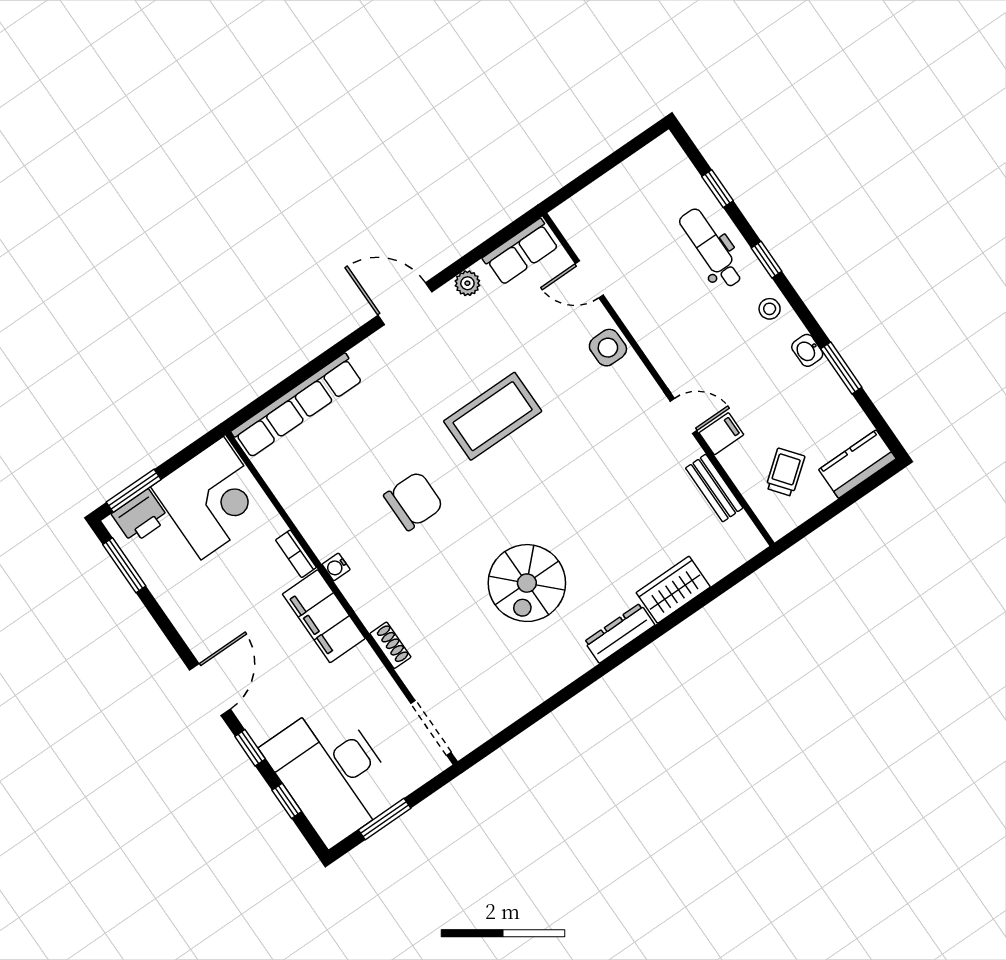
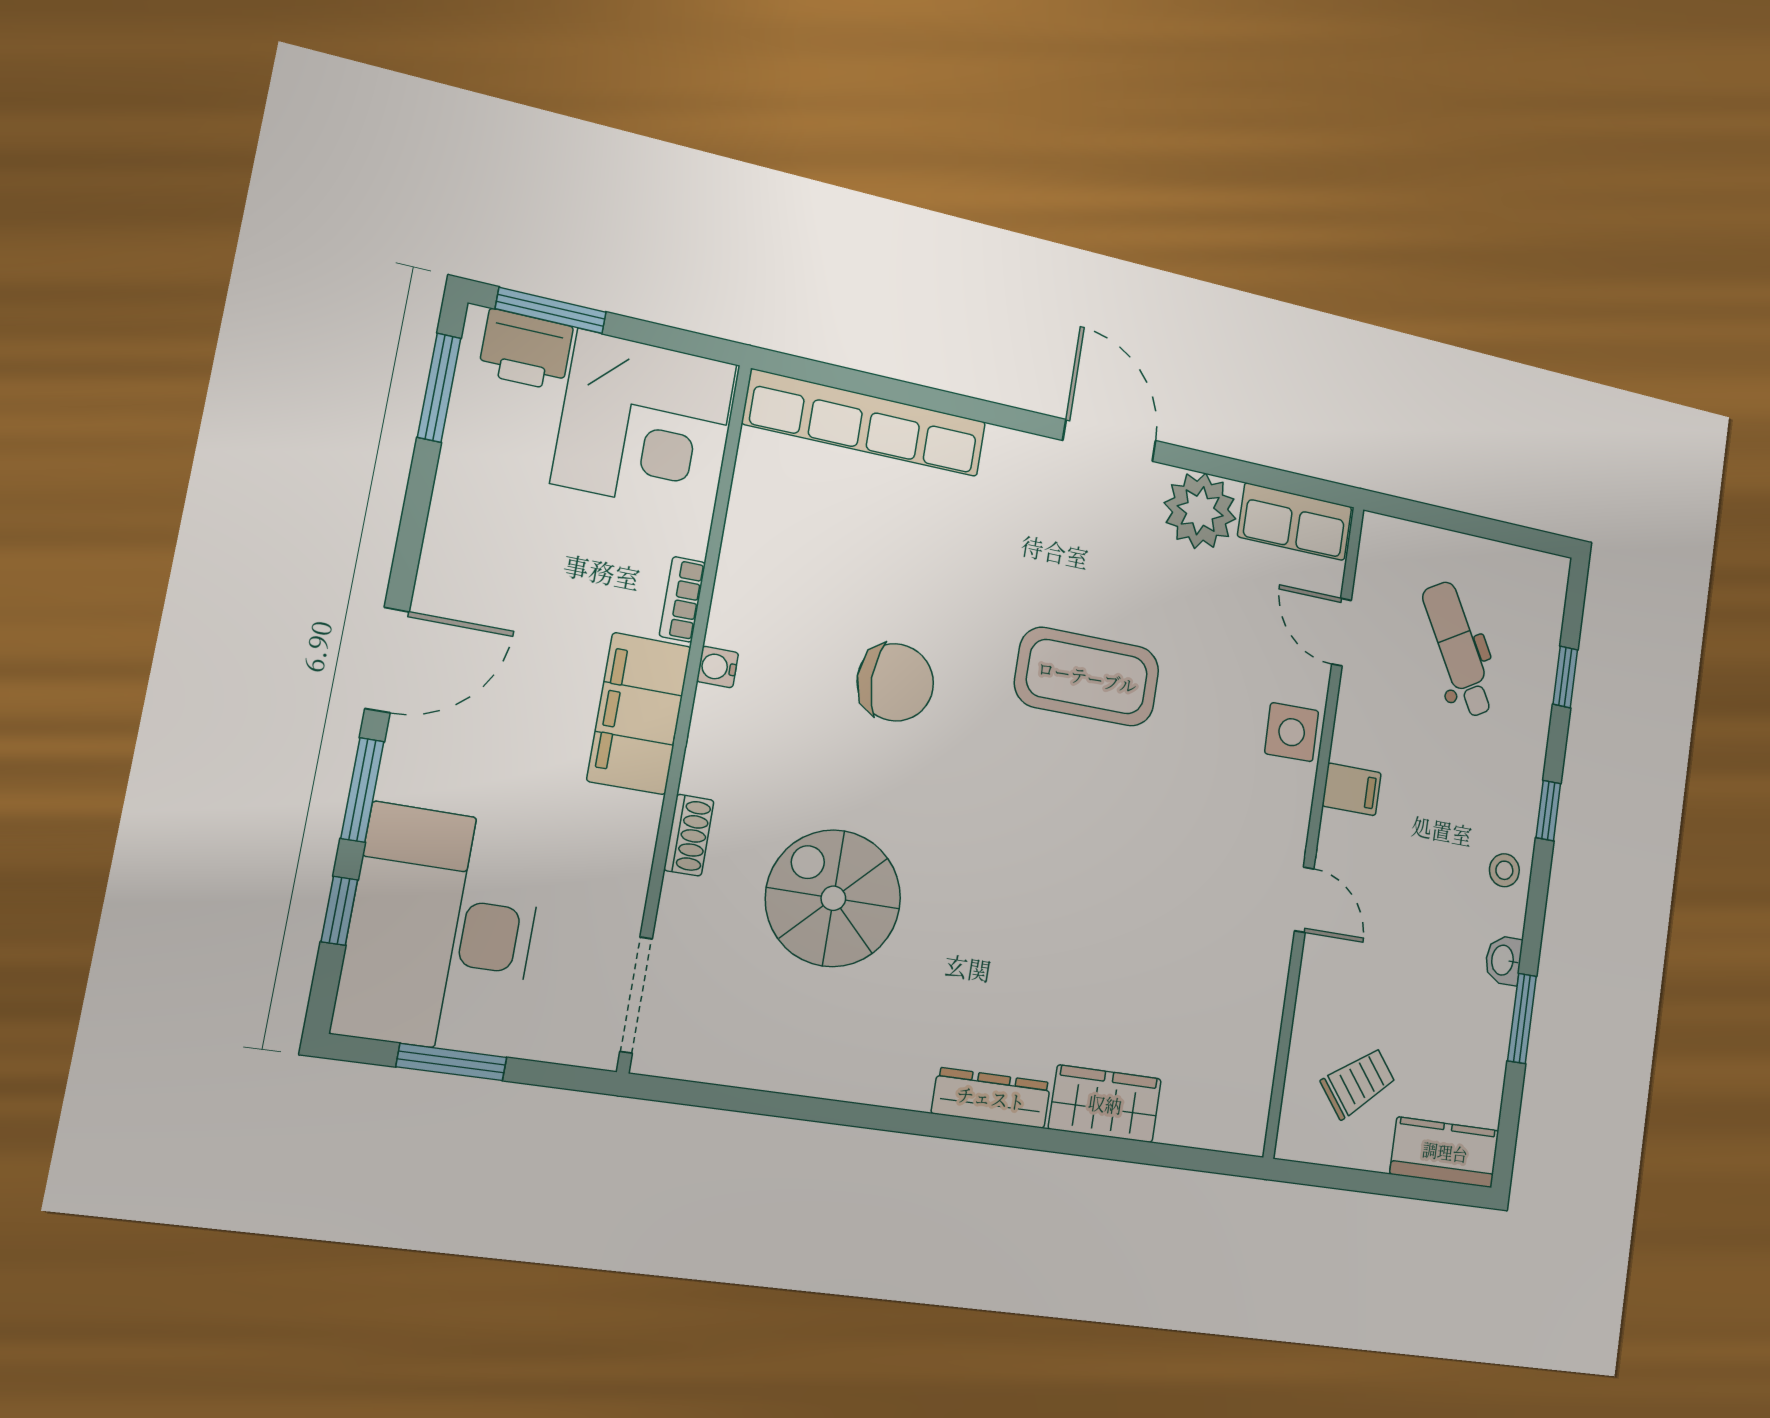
dental chair: (711, 248) -> (1458, 649), moved, turned -30
plant: (467, 283) -> (1200, 511), width x1.87, depth x1.87
filing cabinet: (721, 434) -> (1352, 789), moved
bench: (714, 488) -> (1263, 1023), removed
spiral stairs: (527, 583) -> (833, 898), moved, turned 90
window: (250, 748) -> (362, 790), width x1.50

